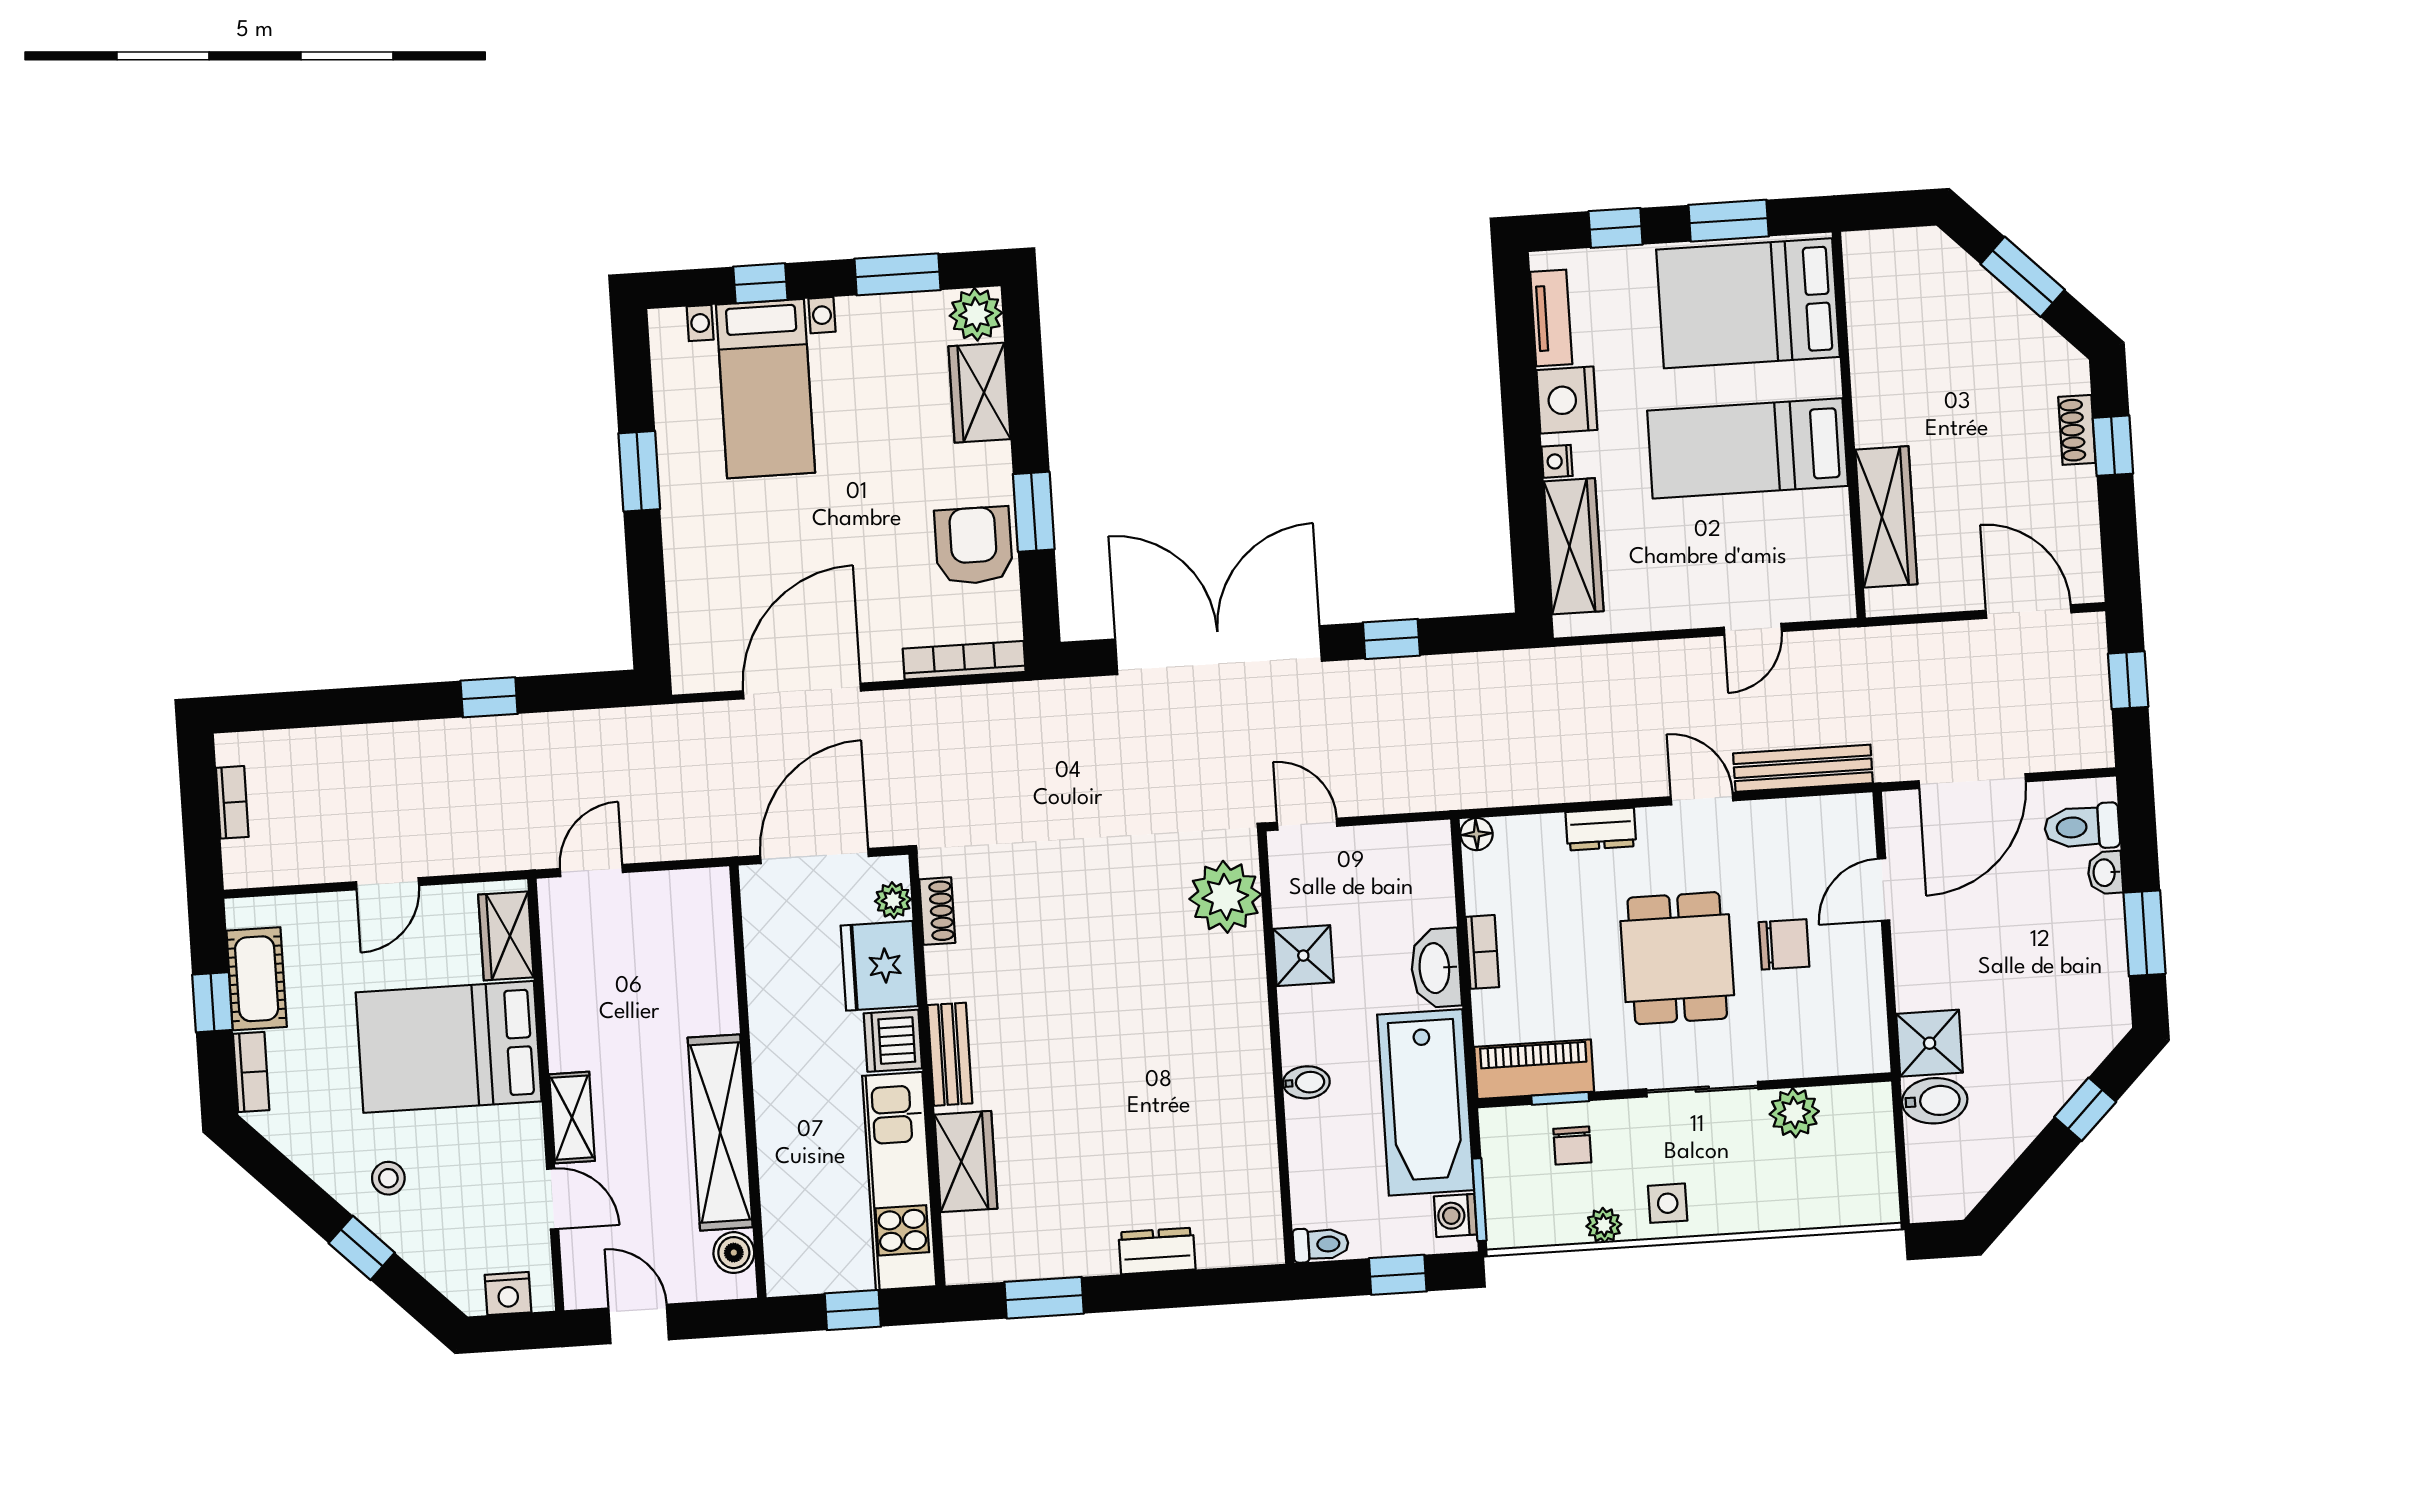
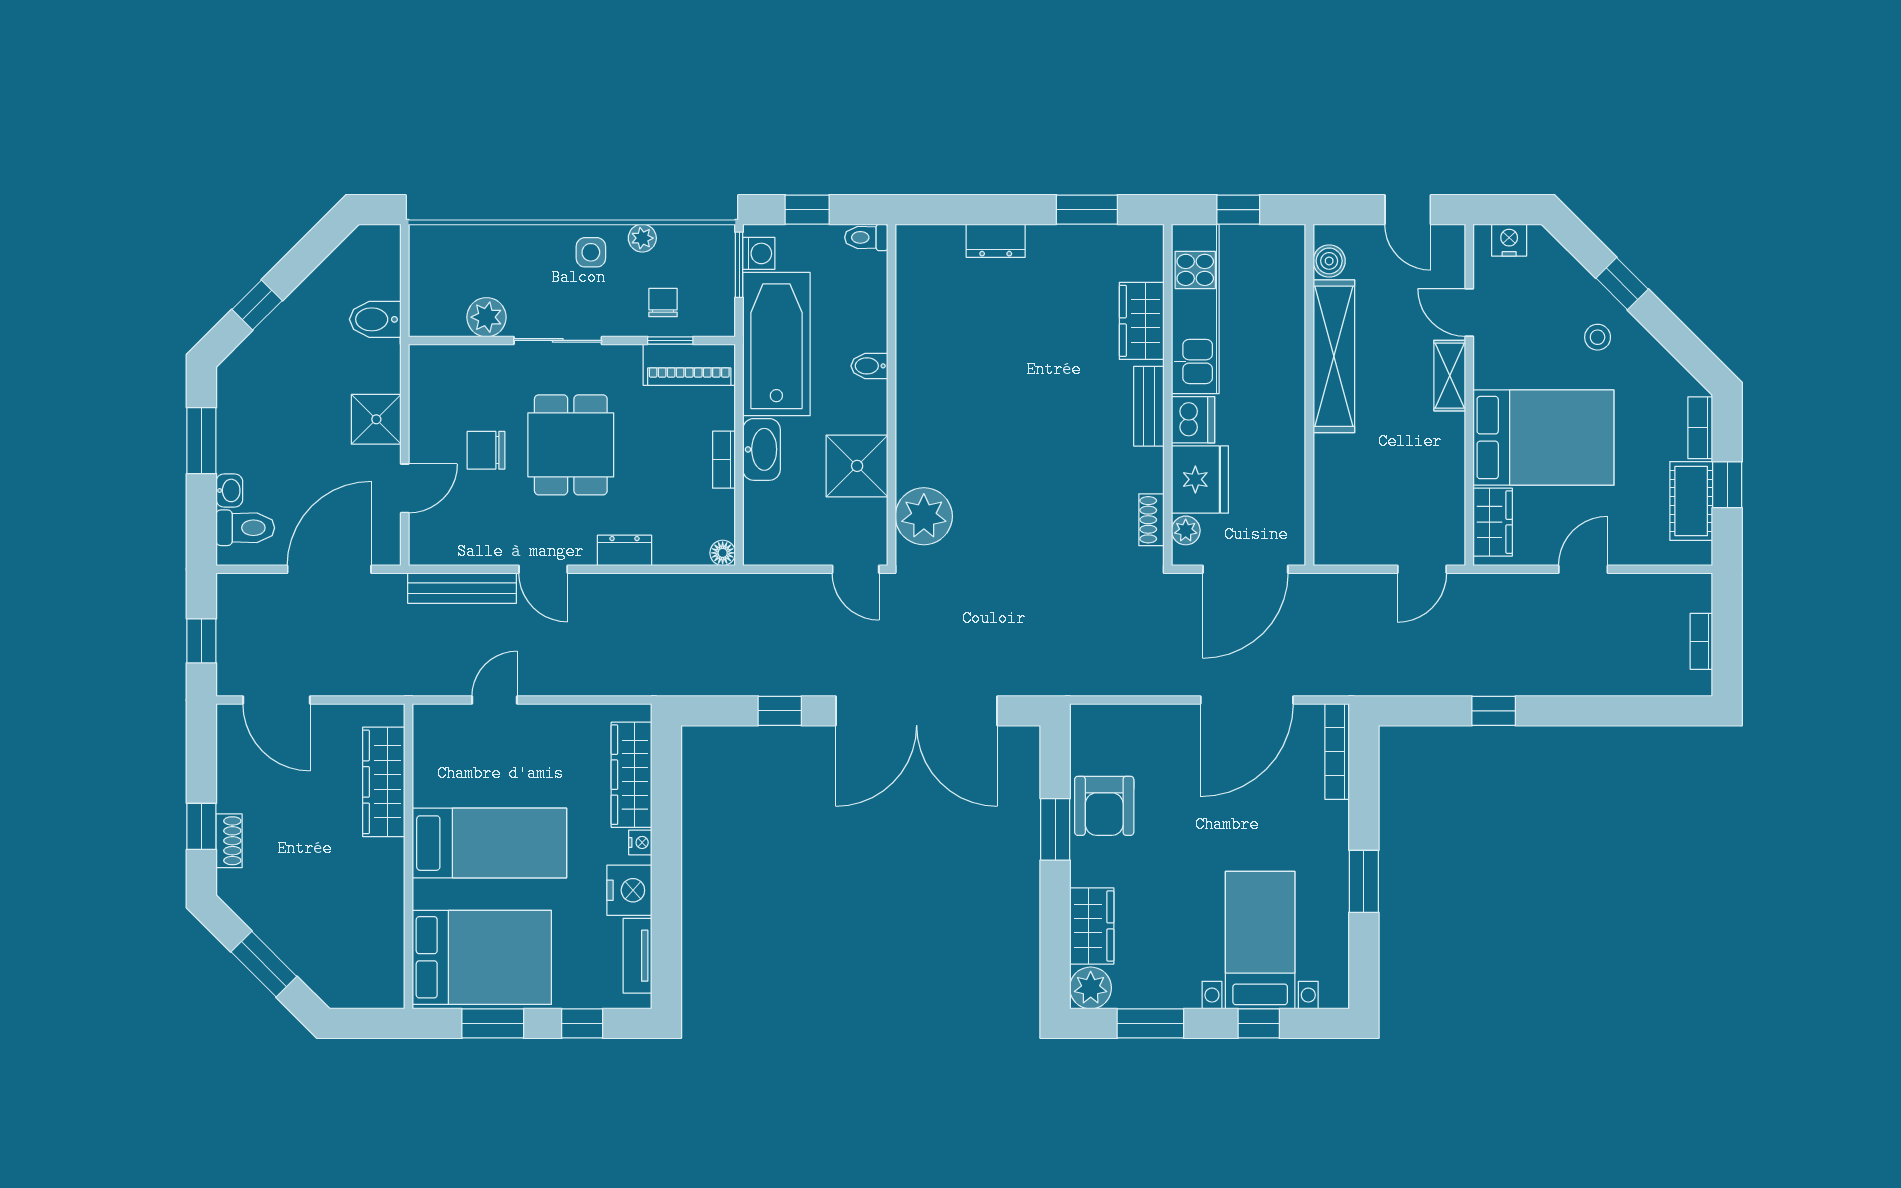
bookcase: (964, 660) -> (1337, 752), moved, turned 90
shower: (1303, 956) -> (857, 466), width x1.36, depth x1.36
shower: (1930, 1043) -> (376, 419), moved

